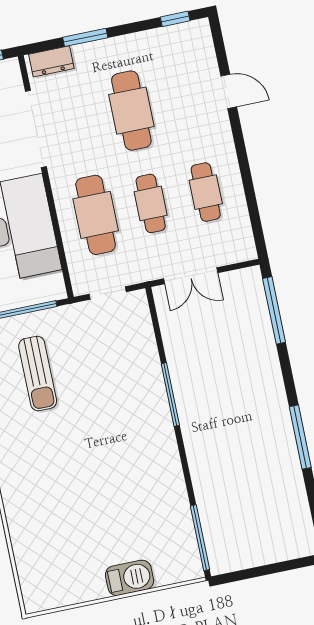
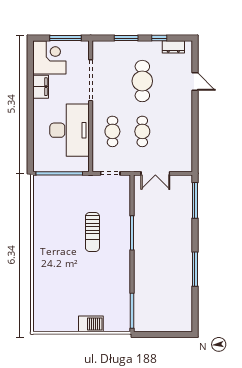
window: (175, 19) -> (159, 38), moved
dresser: (51, 61) -> (173, 47), moved
cafe table: (206, 192) -> (172, 131), removed
cafe table: (96, 215) -> (112, 131), width x0.73, depth x0.74
sun lounger: (38, 373) -> (92, 232), moved

